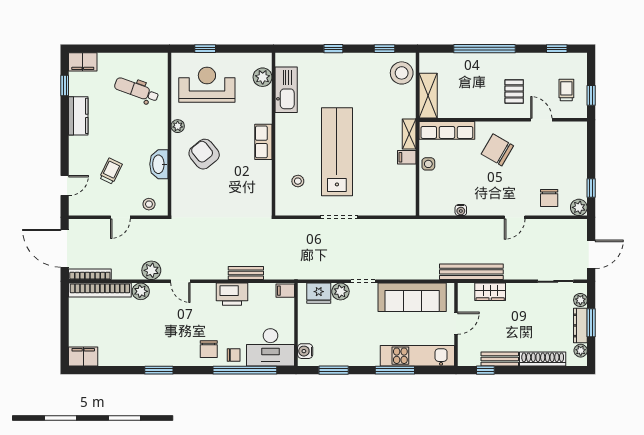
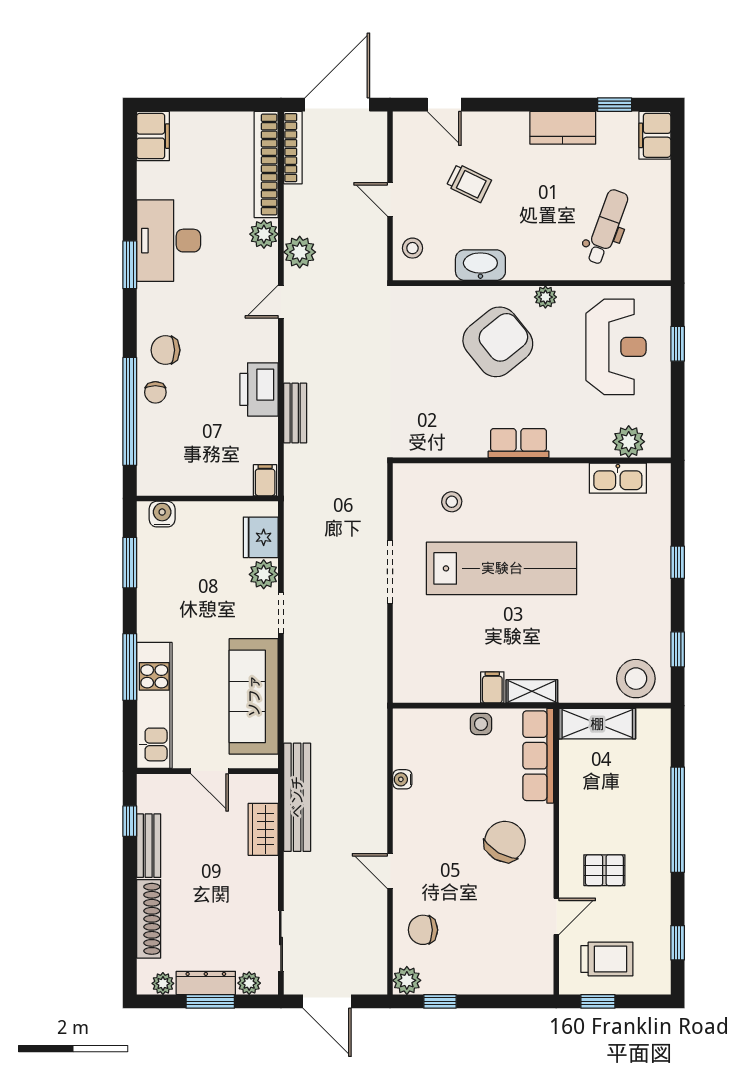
kitchen sink: (286, 90) -> (618, 478), width x0.73, depth x0.81
trolley: (566, 90) -> (607, 959), width x1.36, depth x1.39
armchair: (204, 154) -> (498, 342), width x1.36, depth x1.36
desk: (270, 347) -> (169, 241), moved

